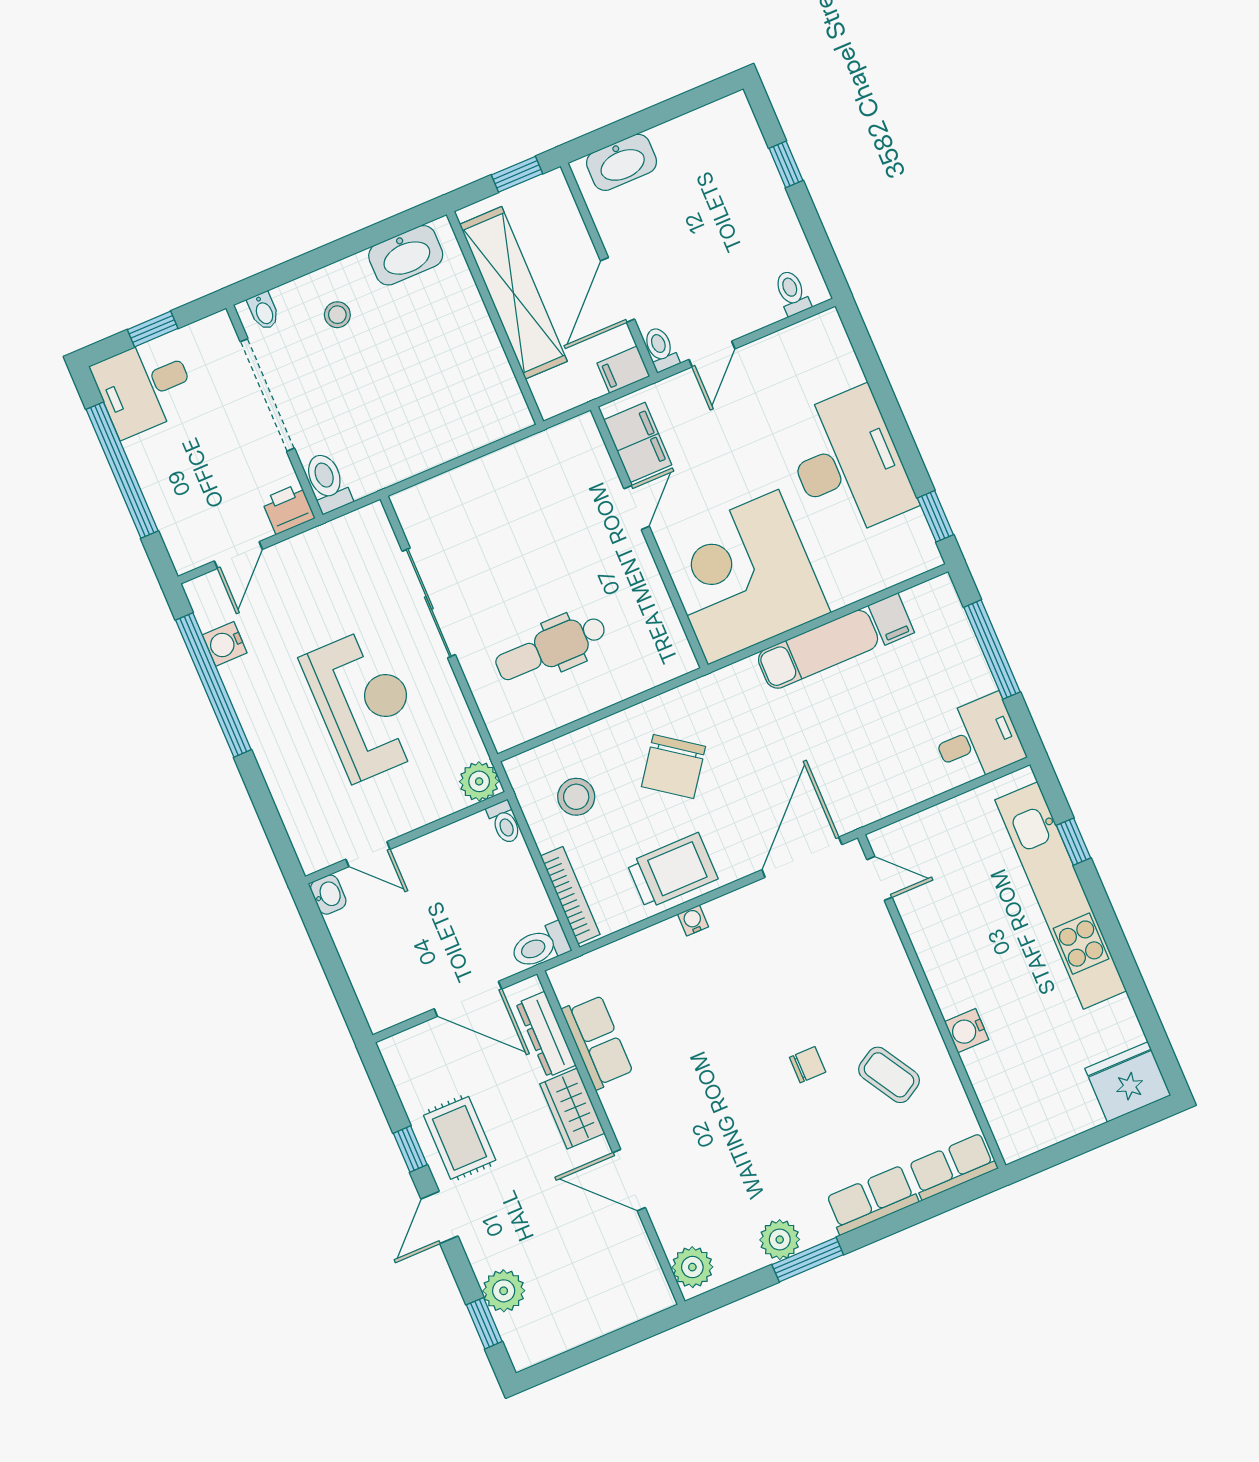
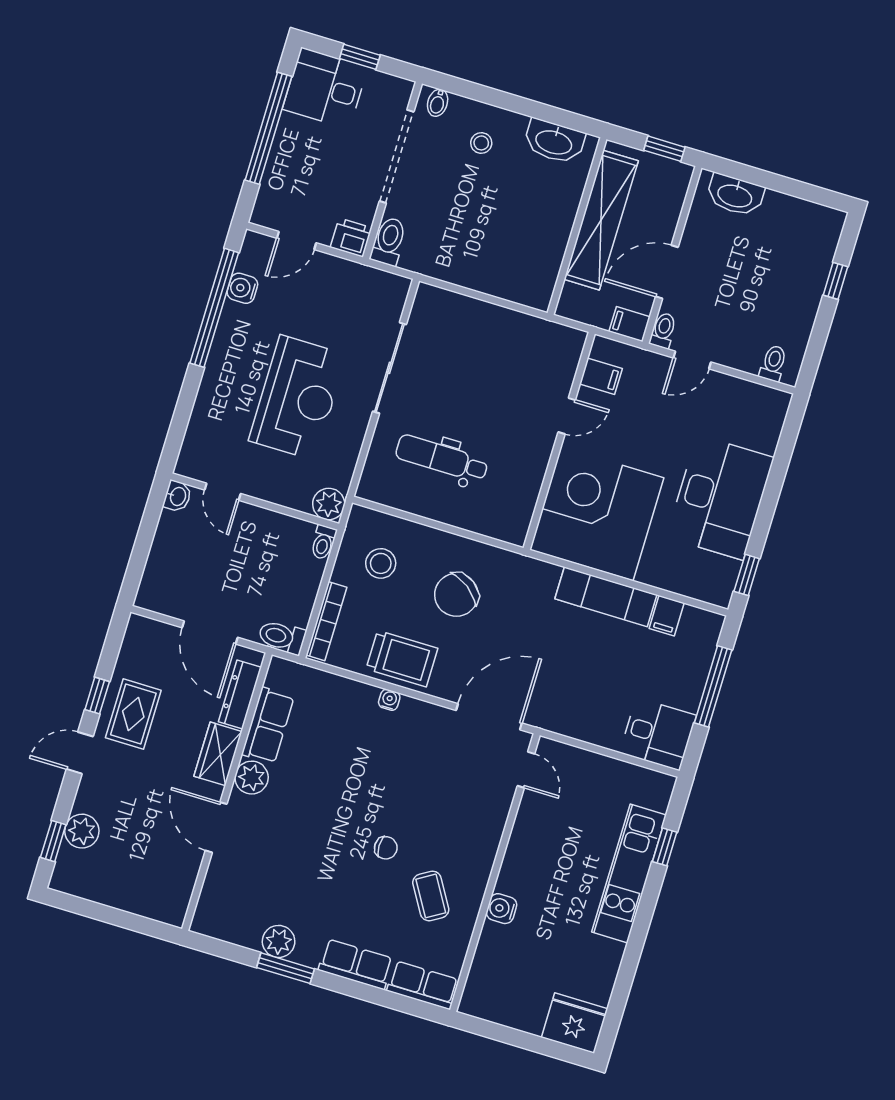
filing cabinet: (638, 442) -> (601, 376), width x0.50
kitchen unit: (1061, 895) -> (629, 873), width x0.73
plant: (692, 1267) -> (252, 778), moved

